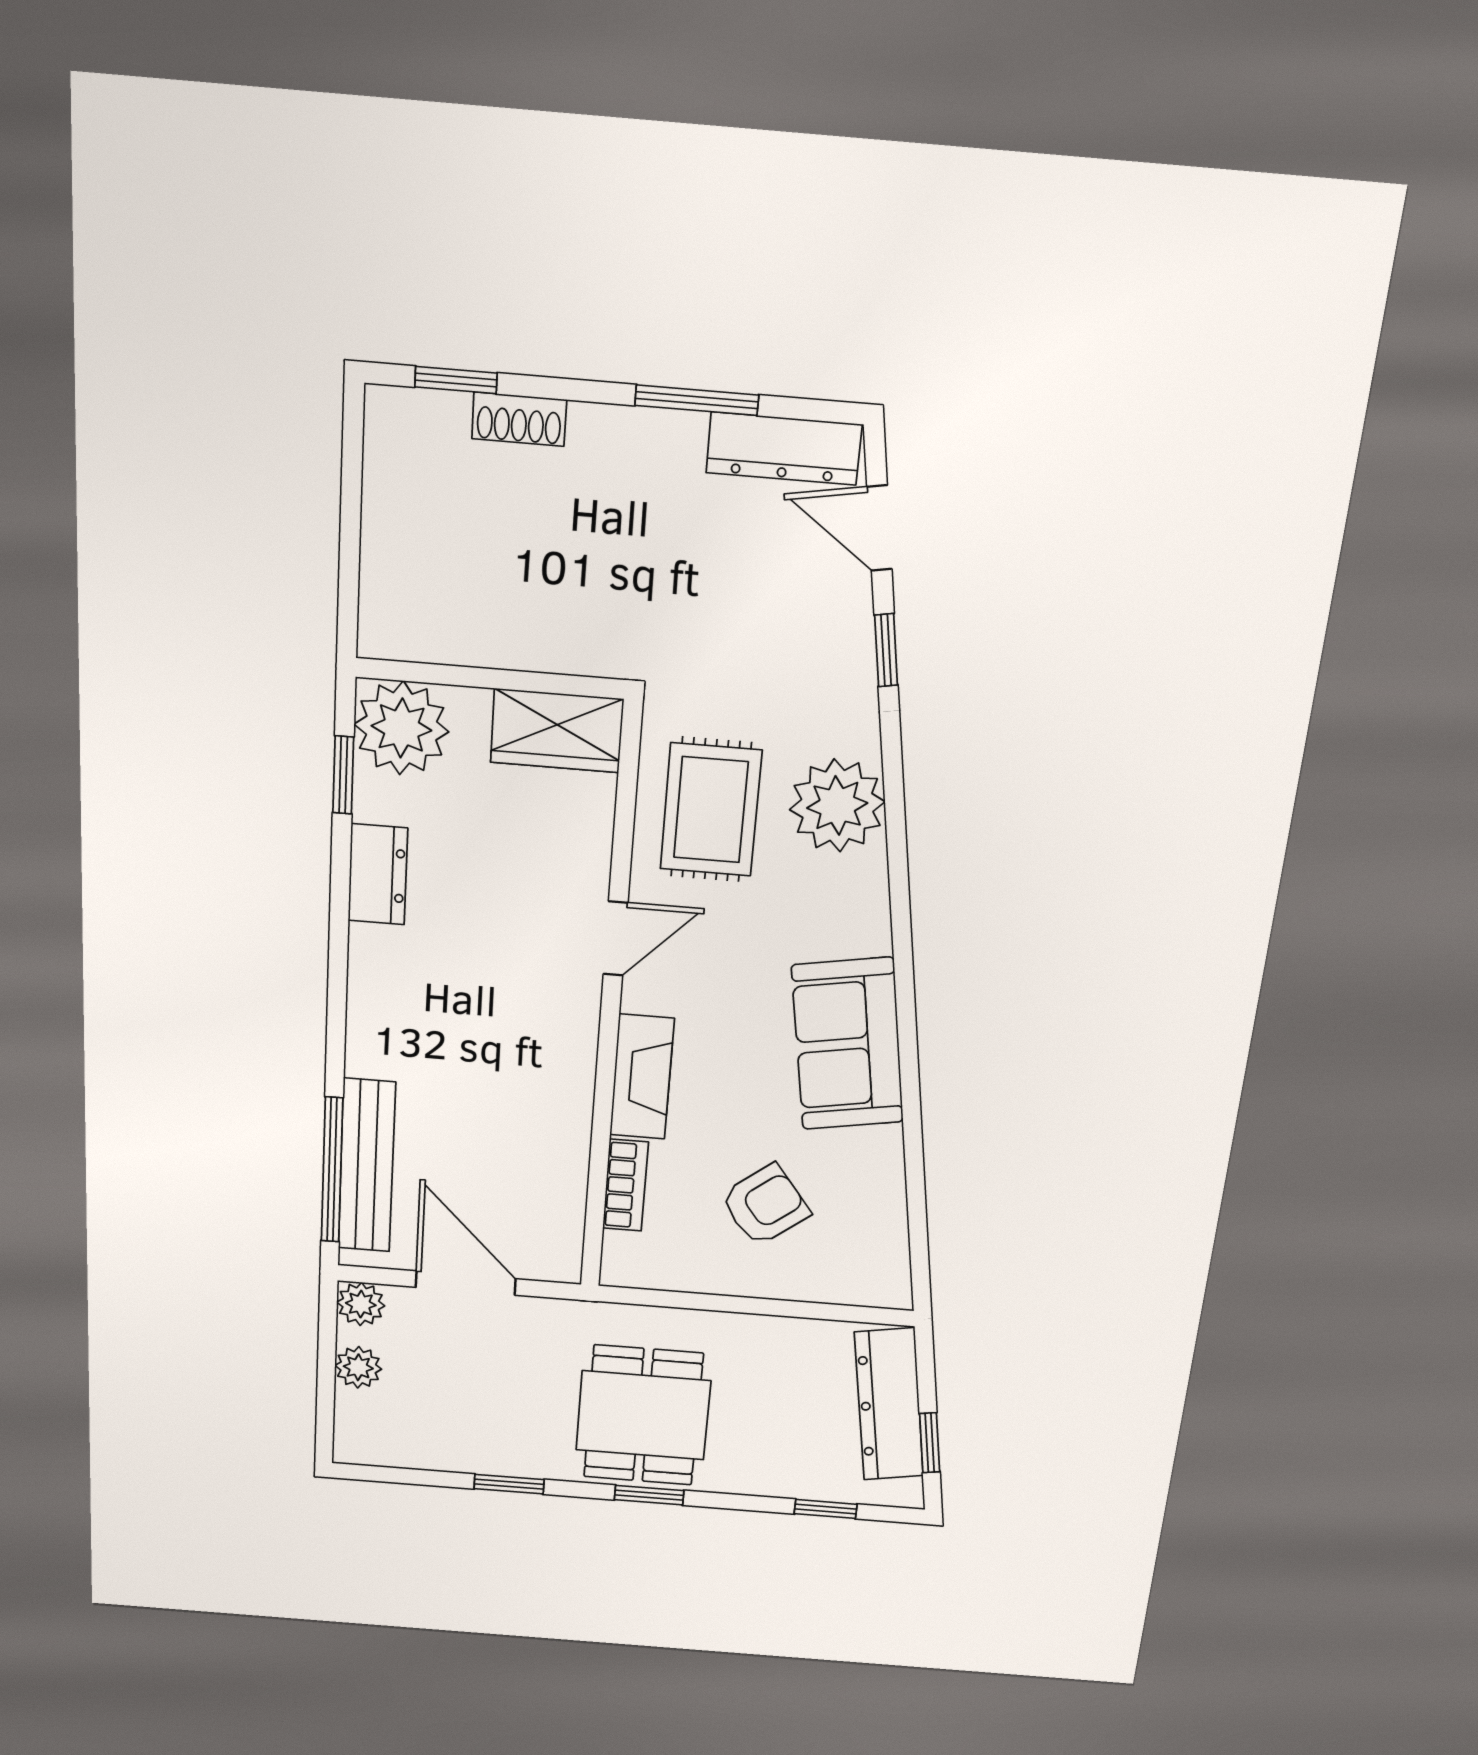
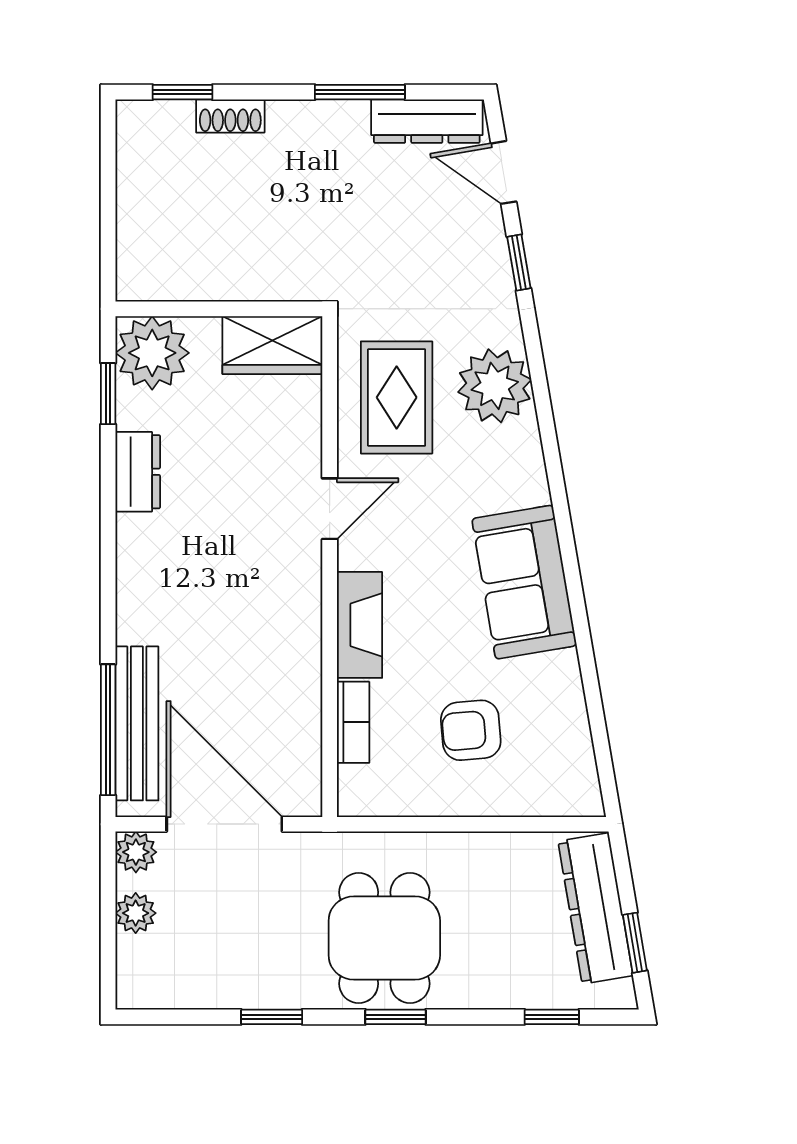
armchair: (765, 1205) -> (471, 730), turned -147
door: (466, 1283) -> (224, 824), width x1.36

